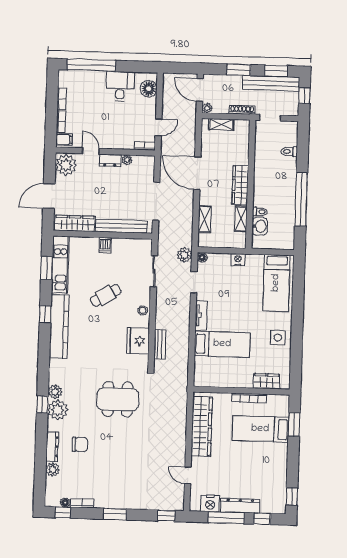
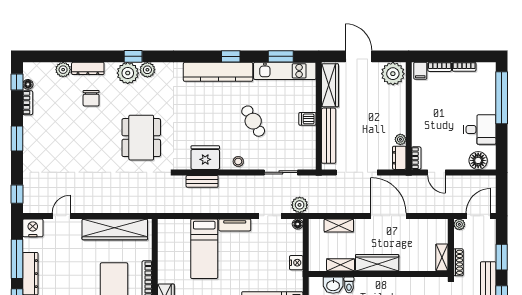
shelving: (221, 124) -> (442, 257), moved
door: (91, 151) -> (409, 100), removed
dresser: (110, 160) -> (399, 158), moved
door: (197, 173) -> (388, 216), hinge flipped
nightstand: (210, 503) -> (33, 228), moved, turned 90

